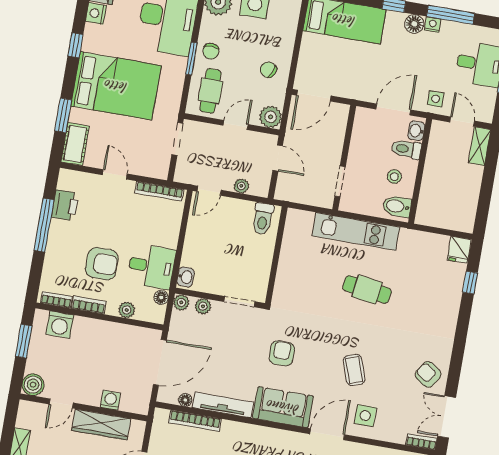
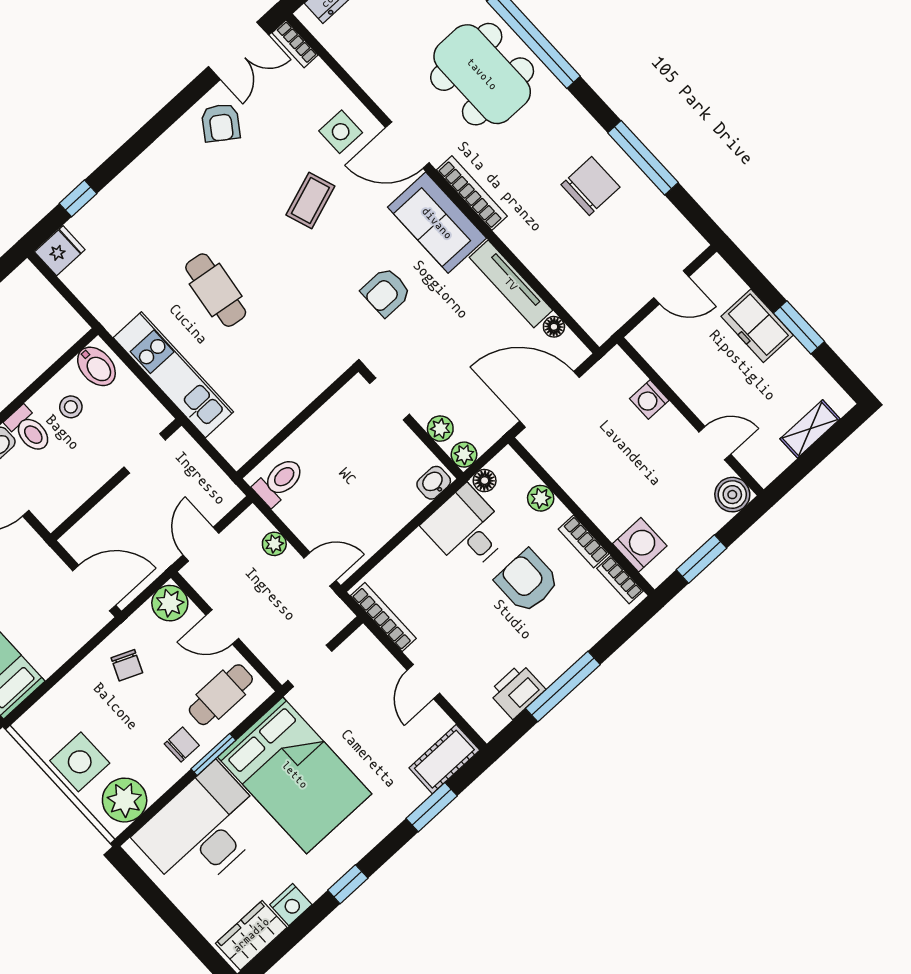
bed: (116, 86) -> (295, 775), moved, turned 180
bookcase: (195, 421) -> (472, 193), moved
wardrobe: (101, 424) -> (684, 378), removed

